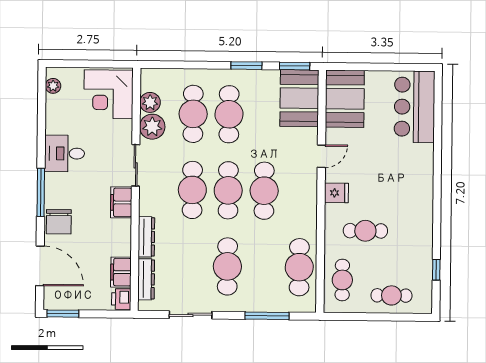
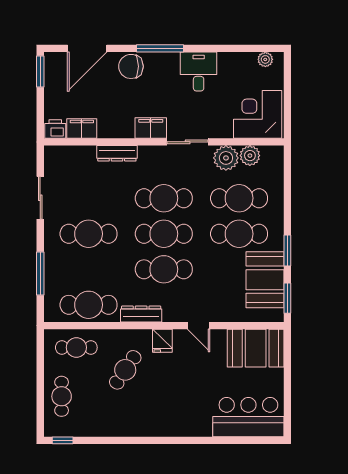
booth: (299, 98) -> (265, 280), moved, turned 90
cafe table: (365, 231) -> (125, 370), turned 34
window: (436, 270) -> (63, 440), moved
dresser: (146, 279) -> (141, 314), moved, turned 180

